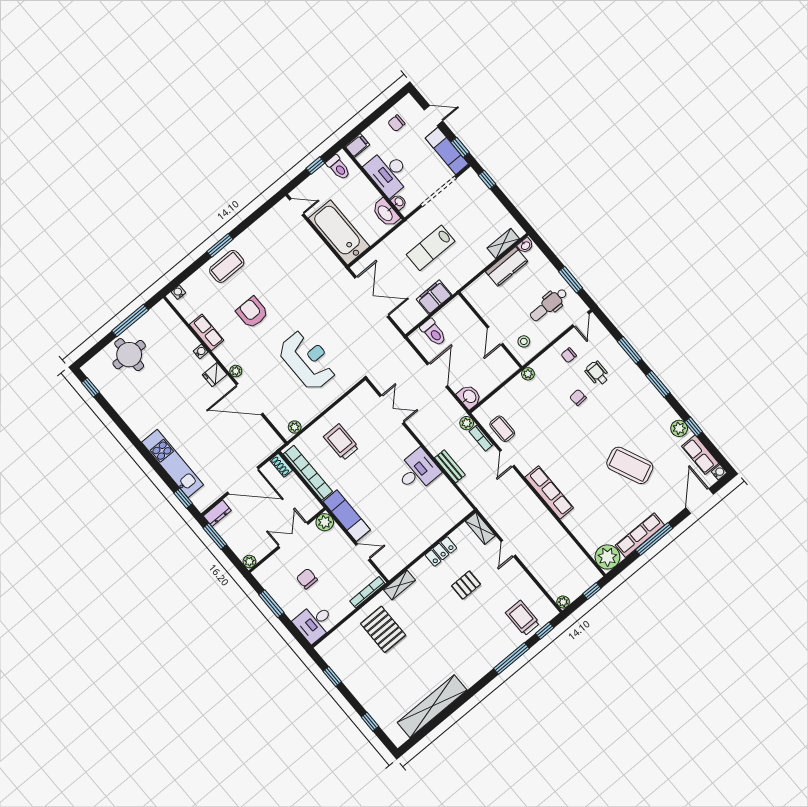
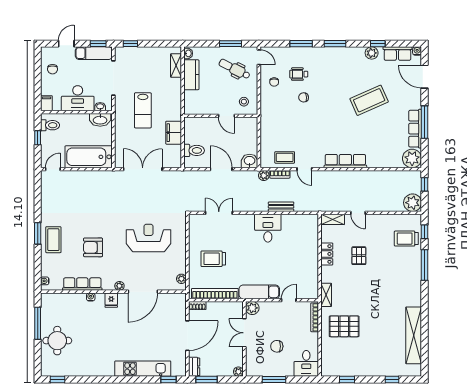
dental chair: (549, 305) -> (235, 69), turned 117
row of seats: (207, 332) -> (82, 284), width x1.48
plant: (528, 374) -> (265, 115), removed
plant: (563, 602) -> (413, 203), width x1.88, depth x1.88

